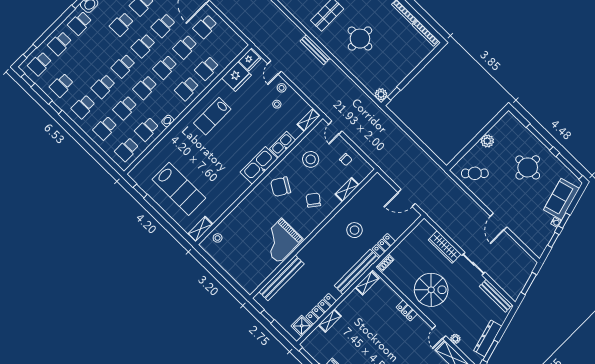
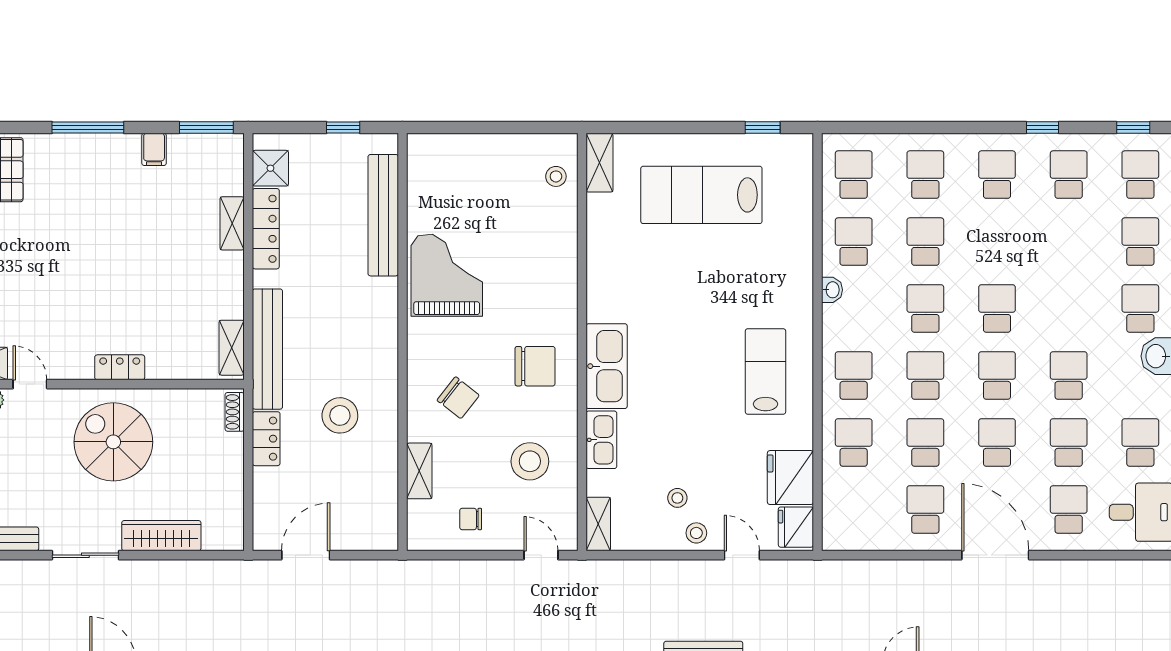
school desk: (103, 86) -> (997, 242), removed
chair: (281, 187) -> (535, 366), turned 59
spiral stairs: (431, 290) -> (113, 442), turned 90

